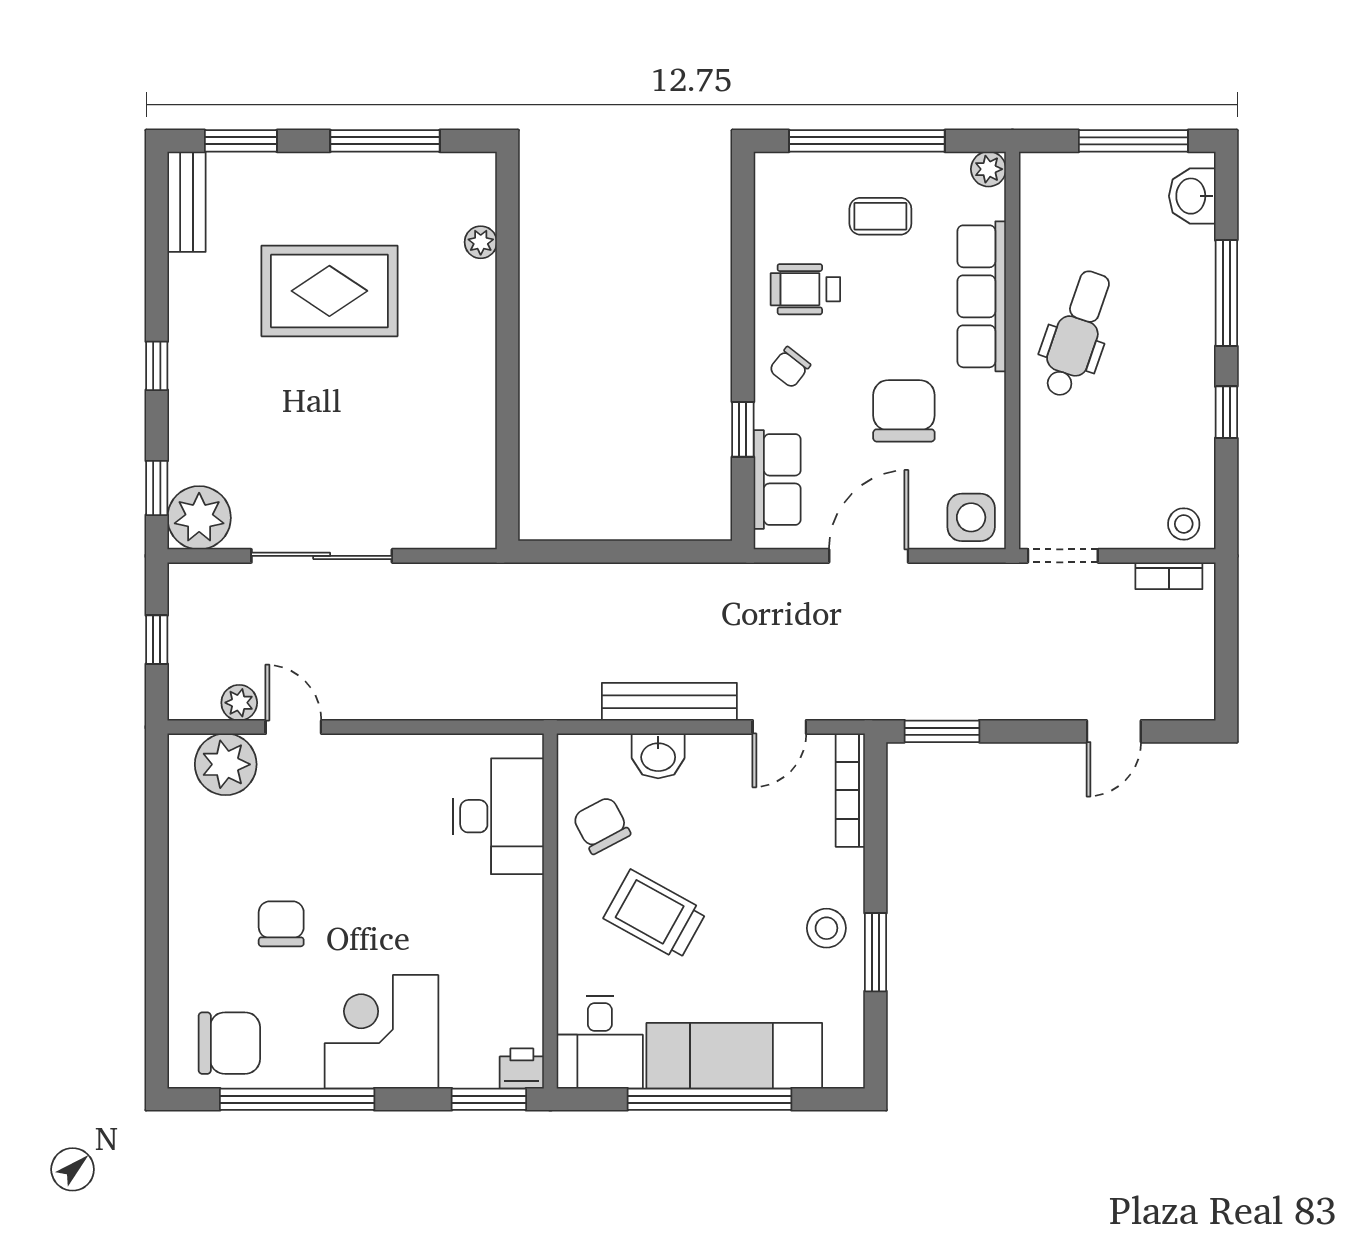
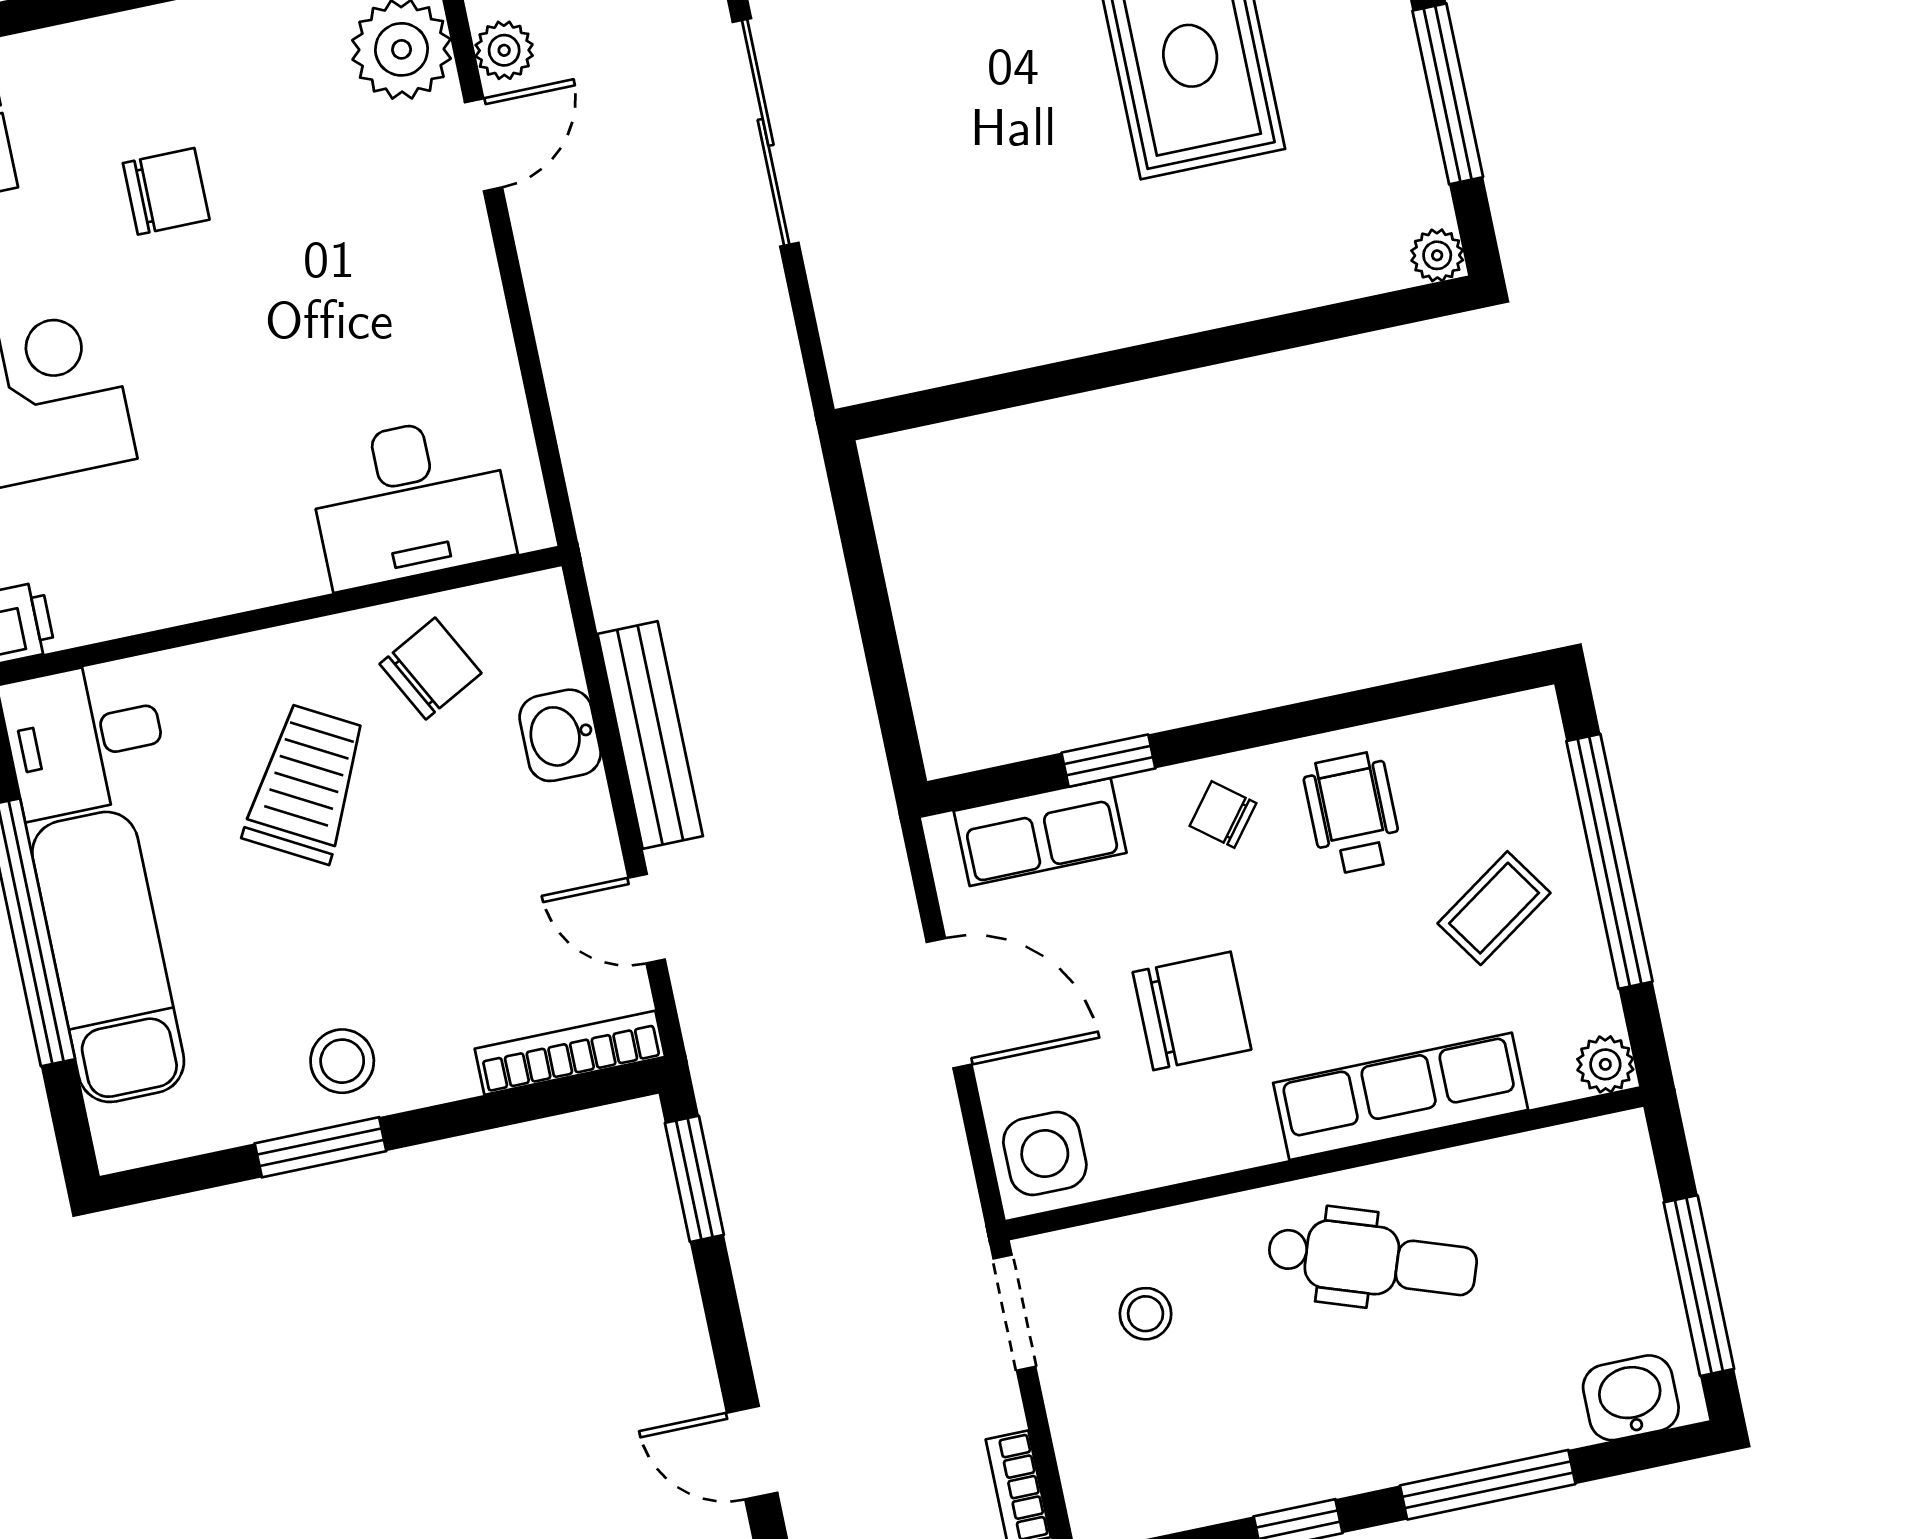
coffee table: (880, 216) -> (1494, 908), turned 56
plant: (481, 242) -> (1437, 255), moved
stool: (1184, 524) -> (1146, 1314), moved

